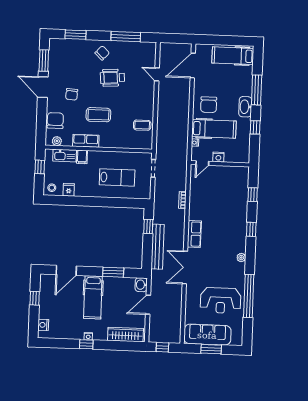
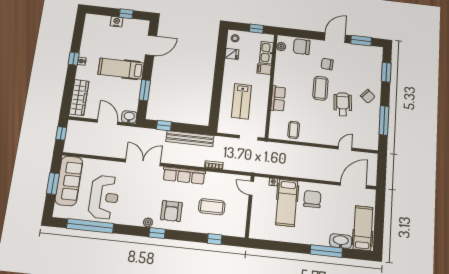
door: (193, 66) -> (353, 185), hinge flipped
chair: (209, 105) -> (312, 199), turned 90
washbasin: (245, 107) -> (341, 241), moved
coffee table: (98, 115) -> (320, 88), moved
chair: (55, 121) -> (302, 47), turned 180
window: (255, 127) -> (286, 247), removed
row of seats: (86, 141) -> (278, 99), moved
nightstand: (218, 157) -> (257, 205), removed
coffee table: (223, 199) -> (212, 207), added
window: (148, 226) -> (164, 126), moved
window: (251, 229) -> (157, 233), moved
row of seats: (194, 234) -> (184, 175), width x1.48
armchair: (229, 237) -> (171, 211), added
bench: (158, 247) -> (190, 139), moved
door: (66, 270) -> (151, 45), swing flipped
window: (249, 296) -> (90, 226), moved
reception desk: (221, 300) -> (104, 197), turned 180
nightstand: (43, 325) -> (117, 22), moved

